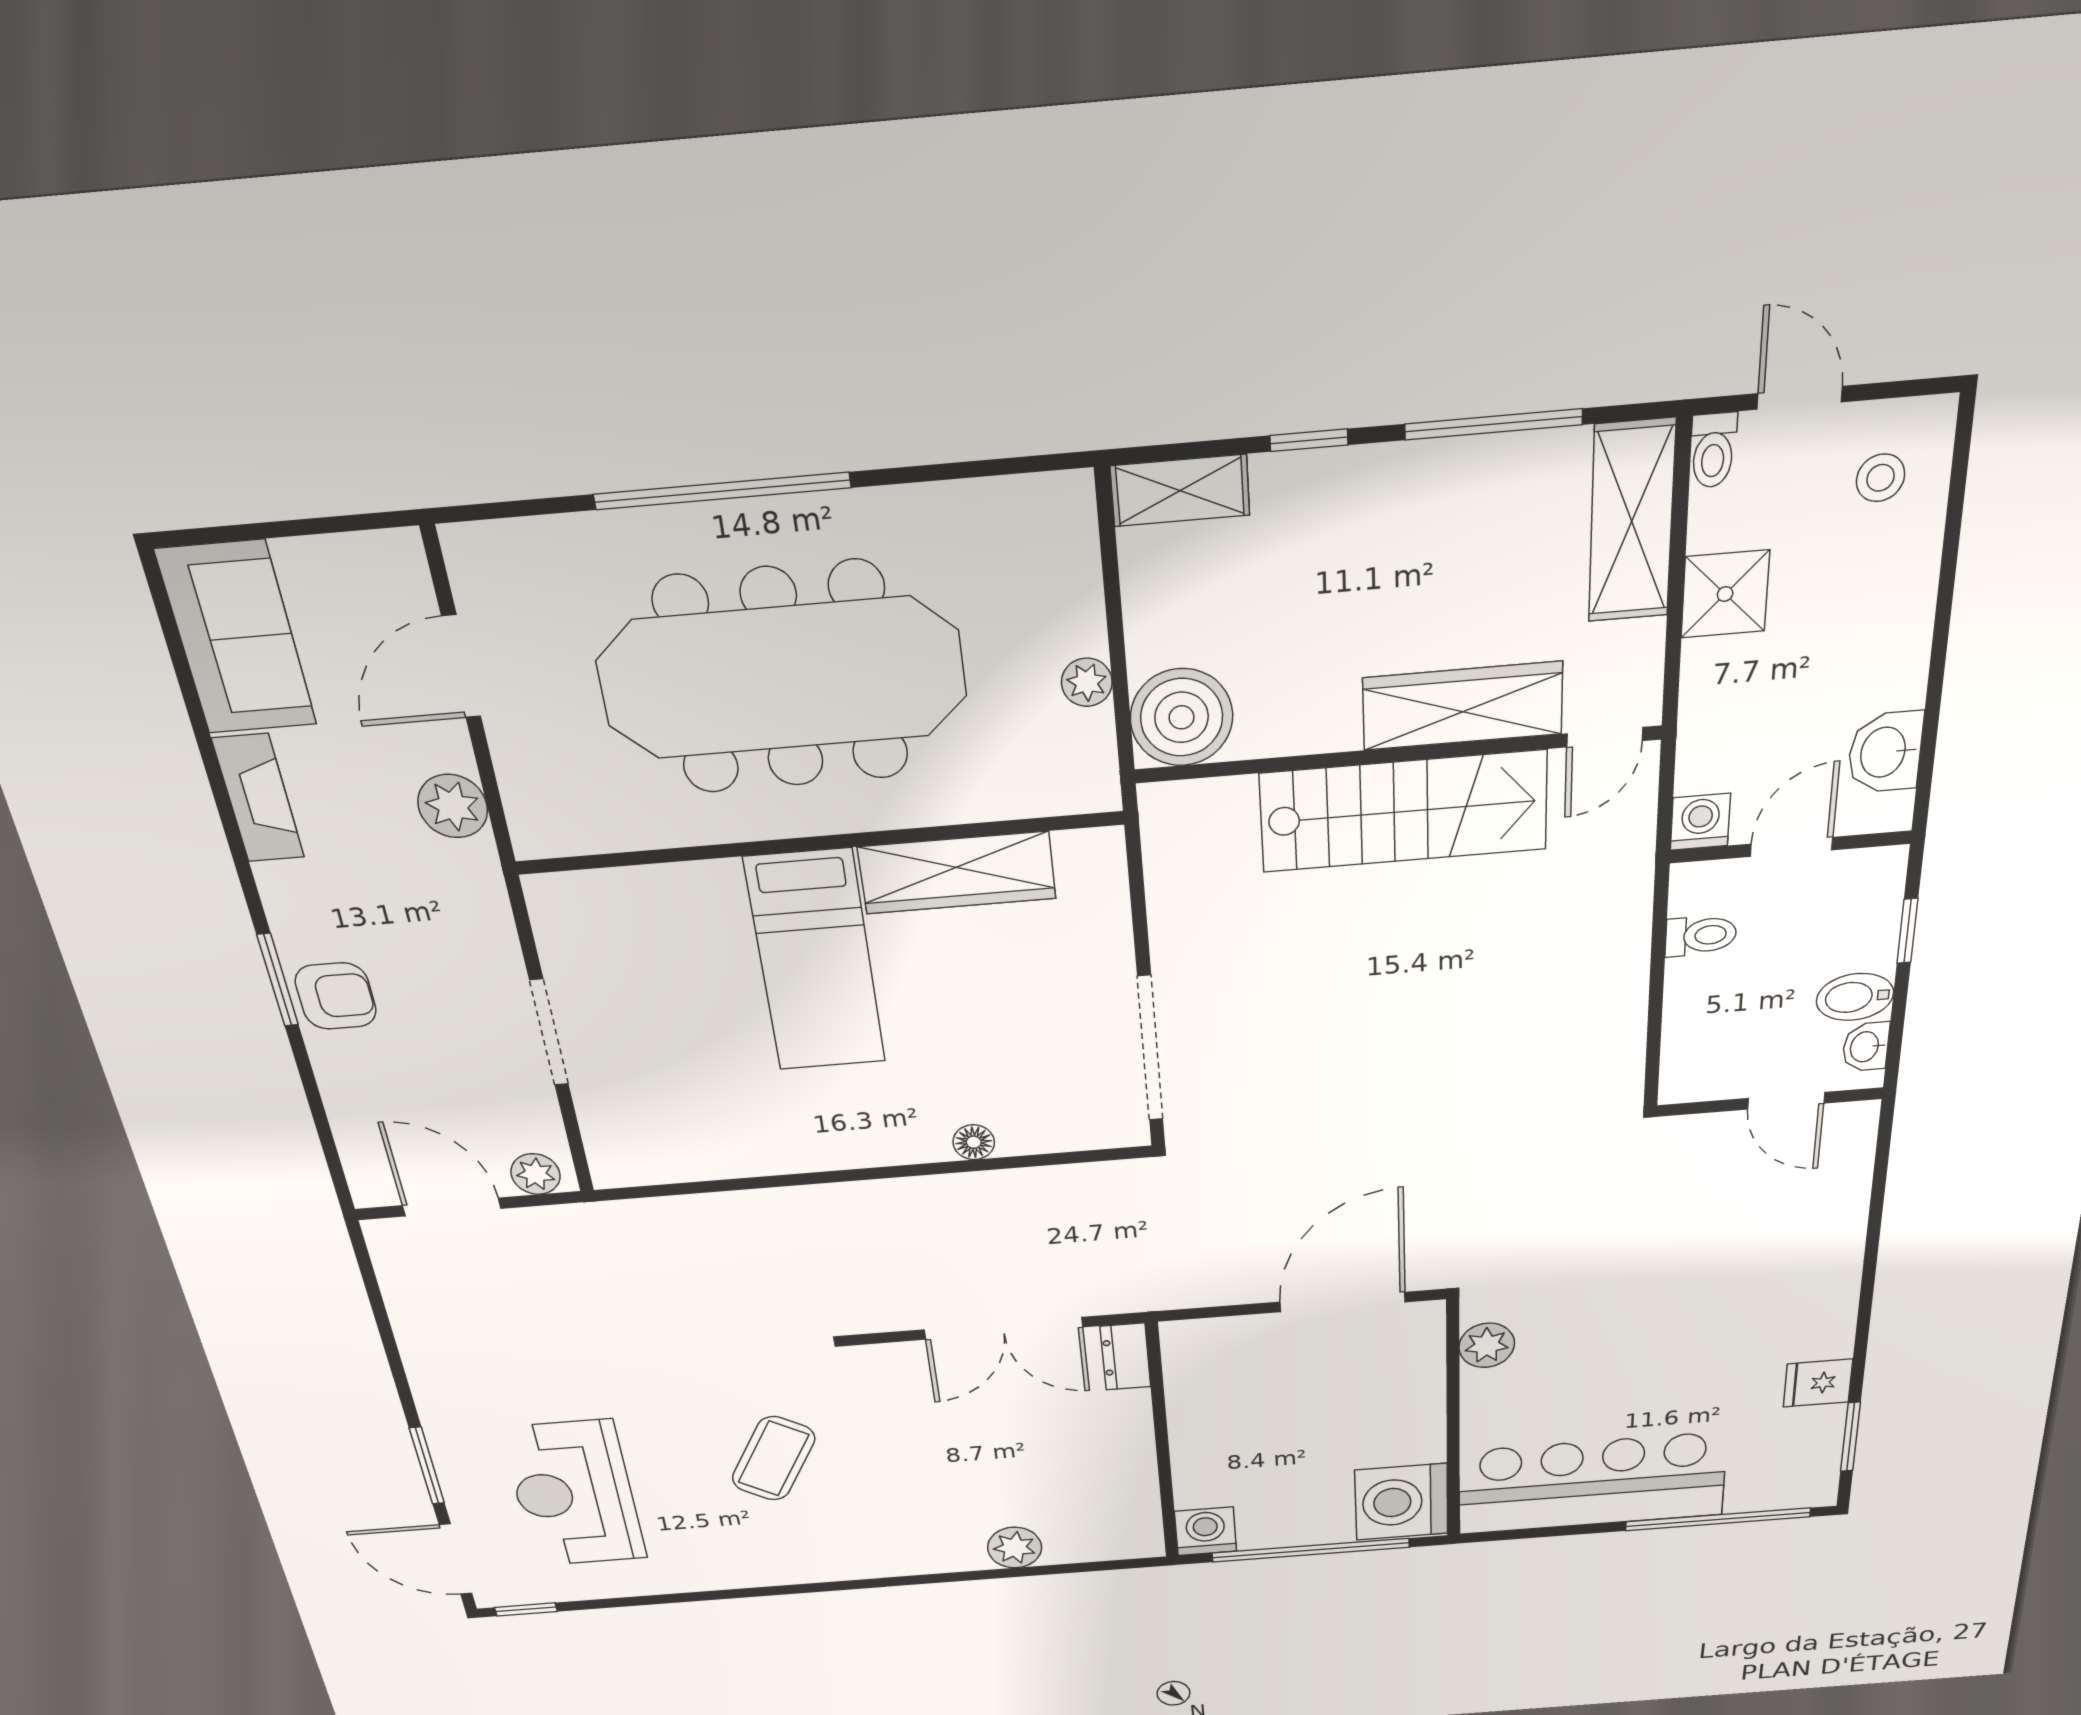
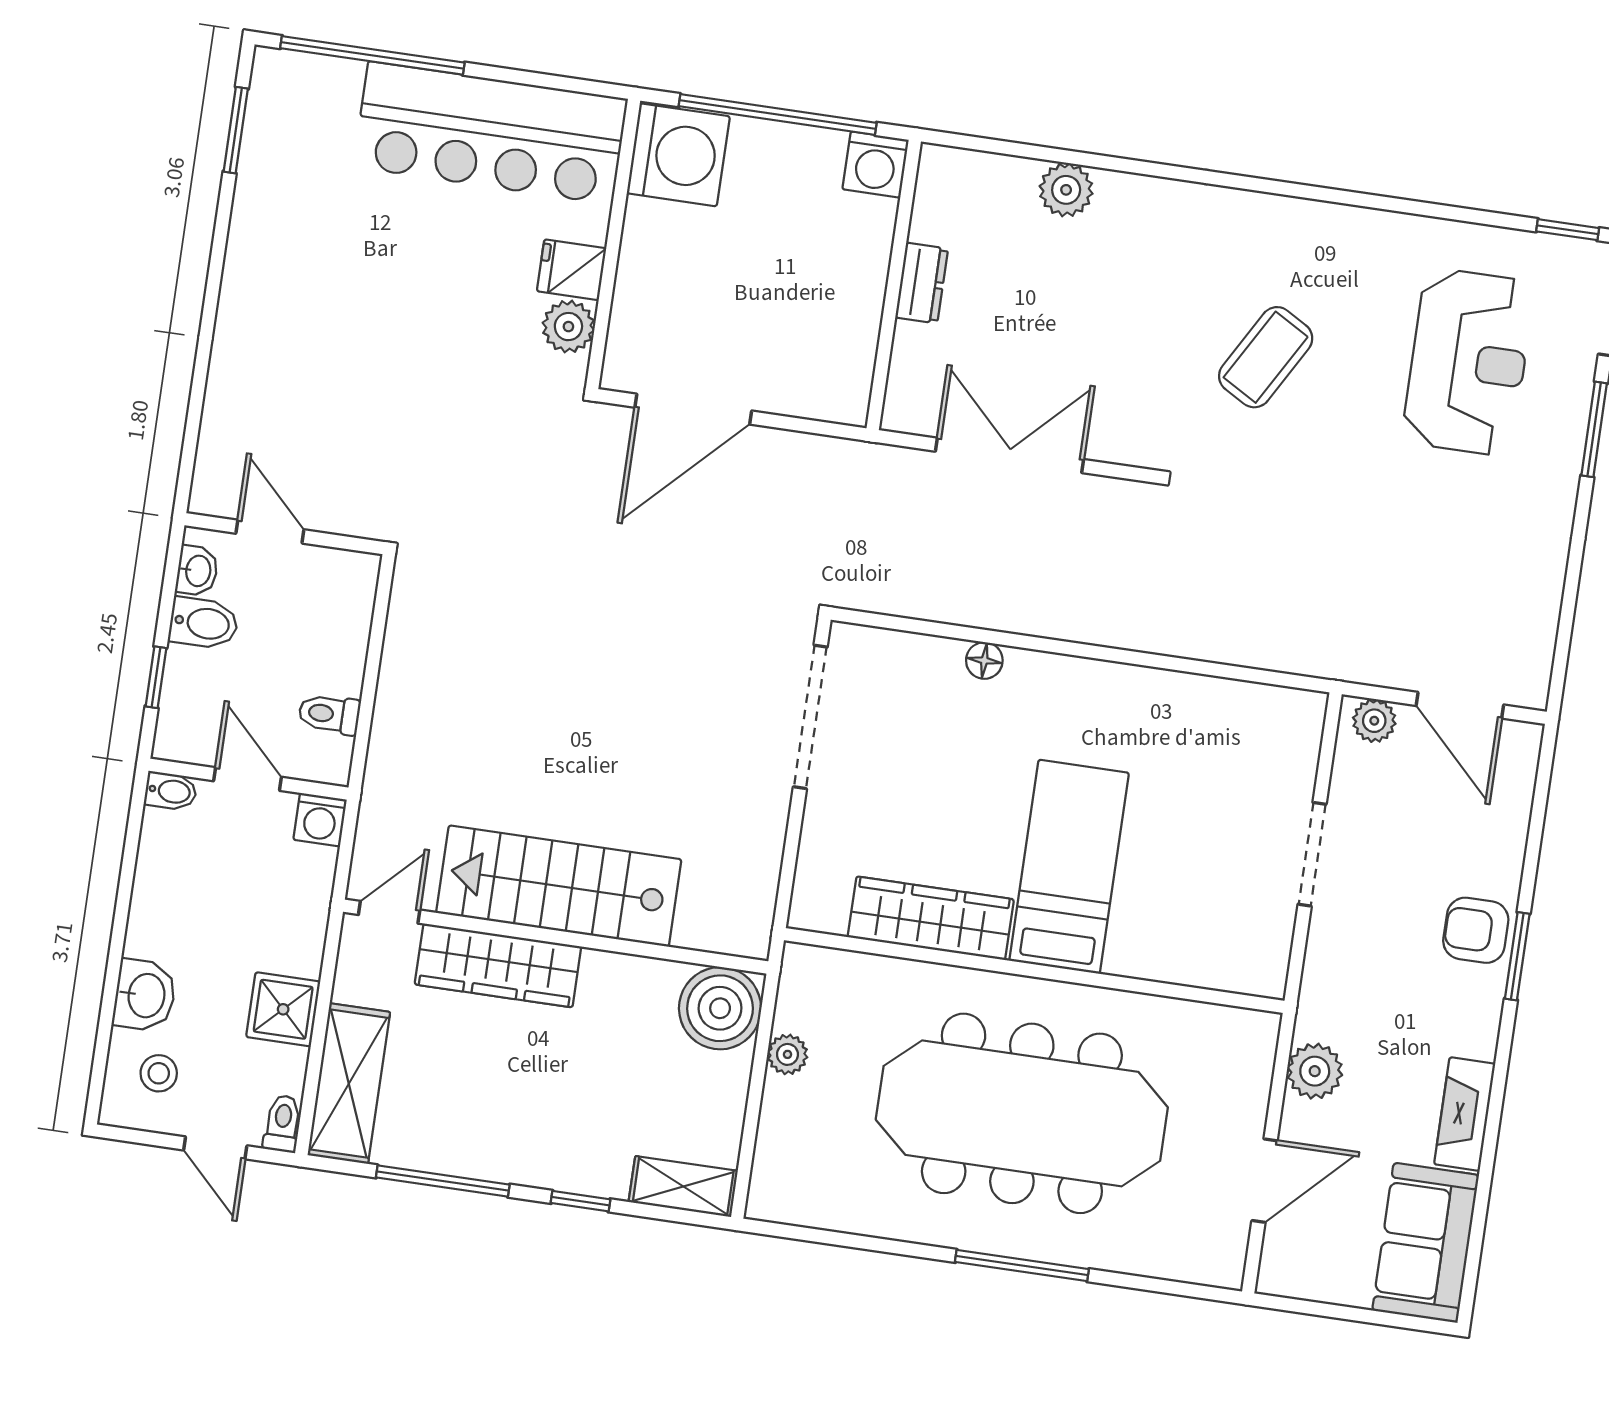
window: (722, 491) -> (1022, 1266), width x0.68
washbasin: (1885, 752) -> (145, 995), moved
bidet: (1883, 814) -> (171, 791), added
door: (1791, 847) -> (247, 779), swing flipped
dresser: (1125, 1357) -> (922, 283), moved
fridge: (1818, 1383) -> (572, 270), moved, turned 180

